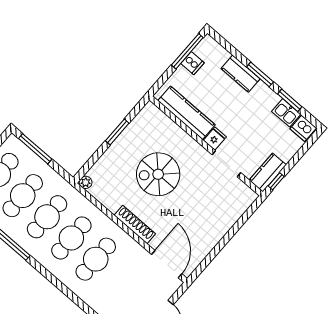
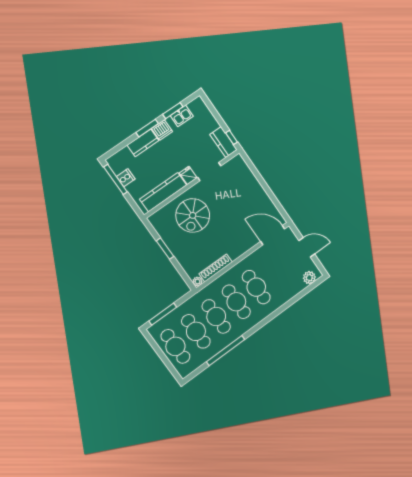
dishwasher: (303, 128) -> (162, 130), moved
spiral stairs: (158, 174) -> (193, 215), moved
shoe rack: (135, 224) -> (216, 268), moved

